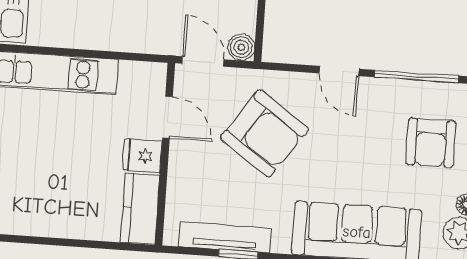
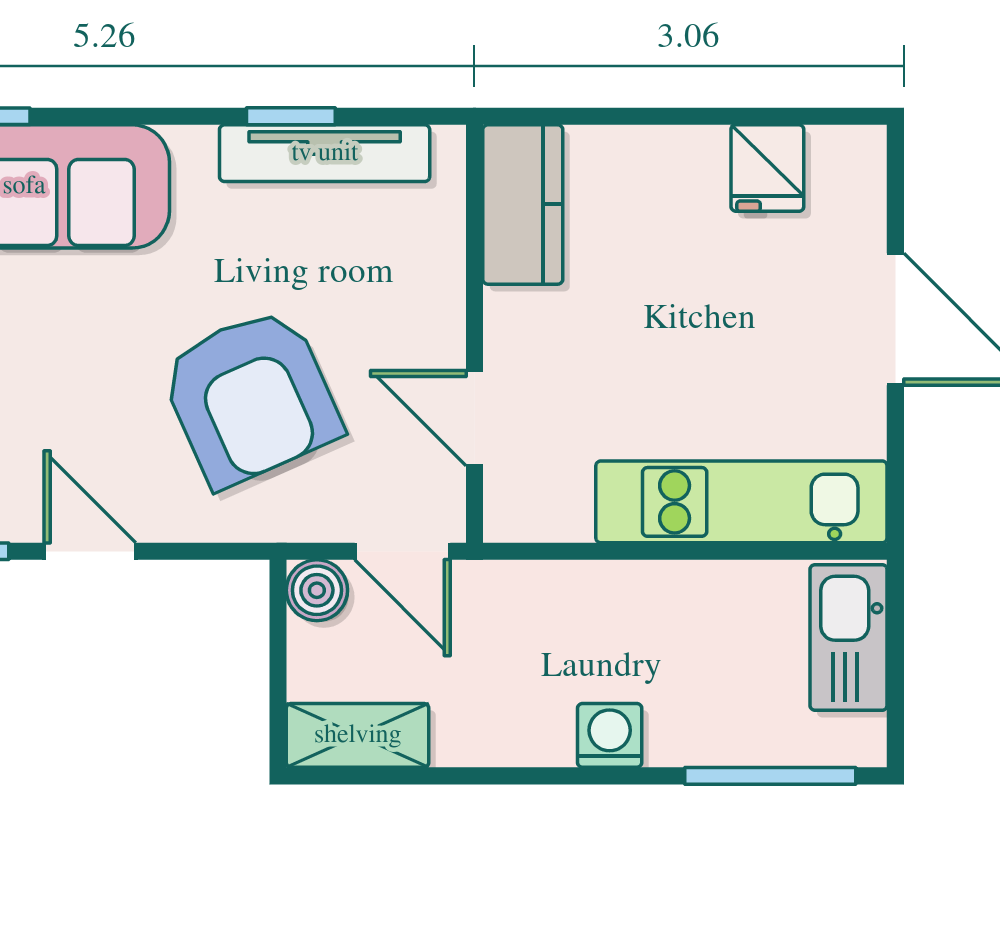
armchair: (264, 133) -> (251, 397), turned -149
fridge: (142, 156) -> (767, 168), moved, turned 90

